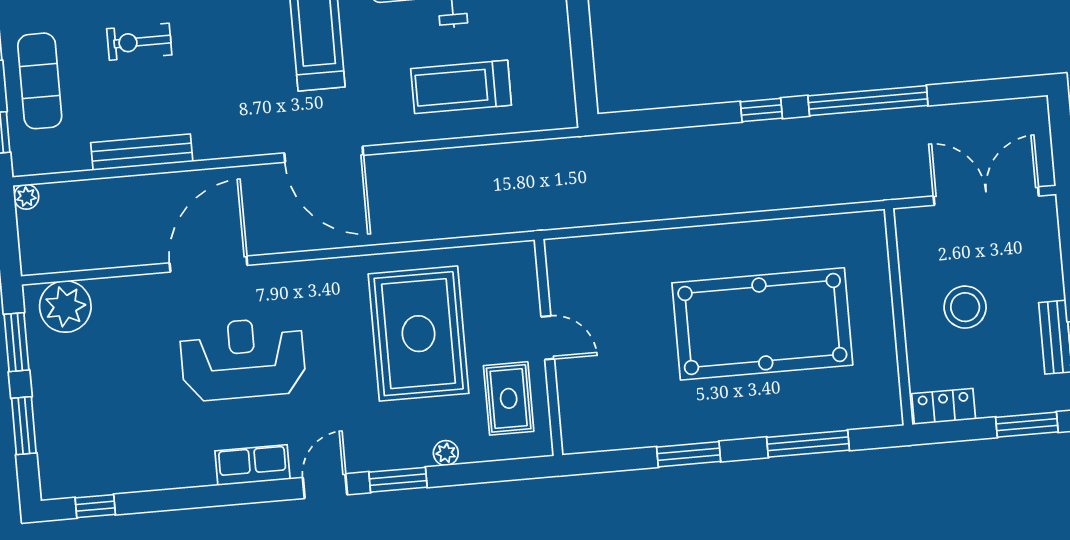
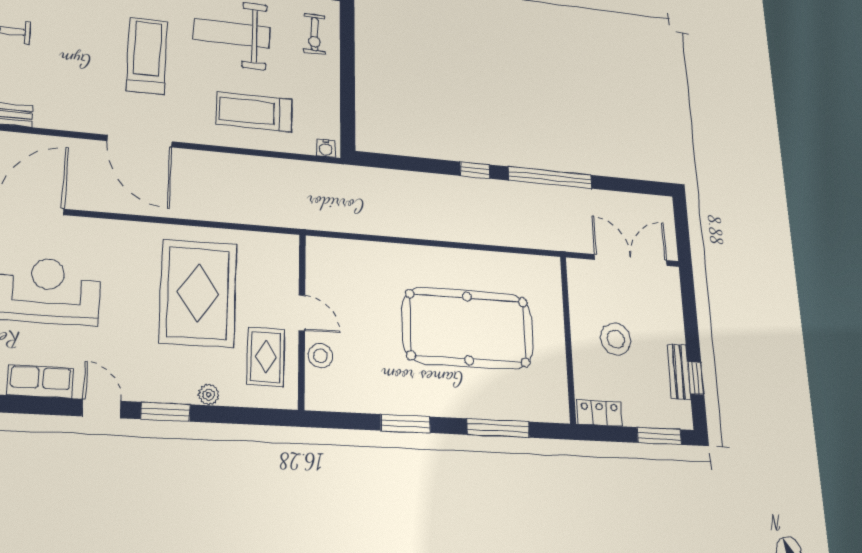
water cooler: (558, 118) -> (326, 148), added
stool: (576, 387) -> (320, 356), added
door: (325, 486) -> (102, 409), hinge flipped

